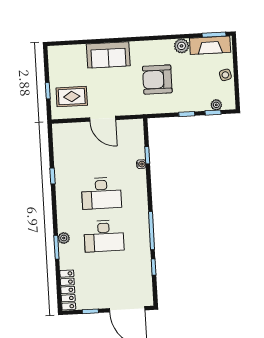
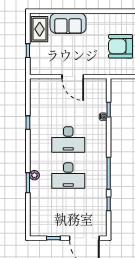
sofa: (108, 55) -> (68, 23), moved
rug: (72, 97) -> (40, 29), moved, turned 90
locker: (68, 290) -> (35, 219), removed

